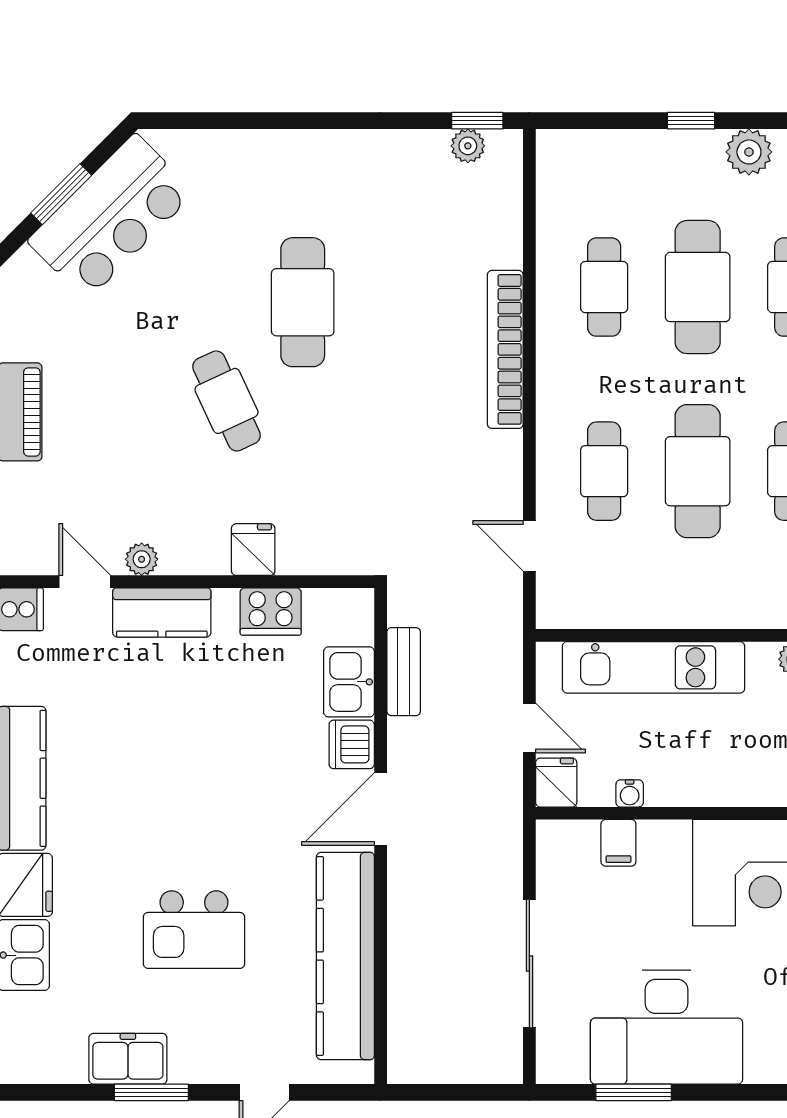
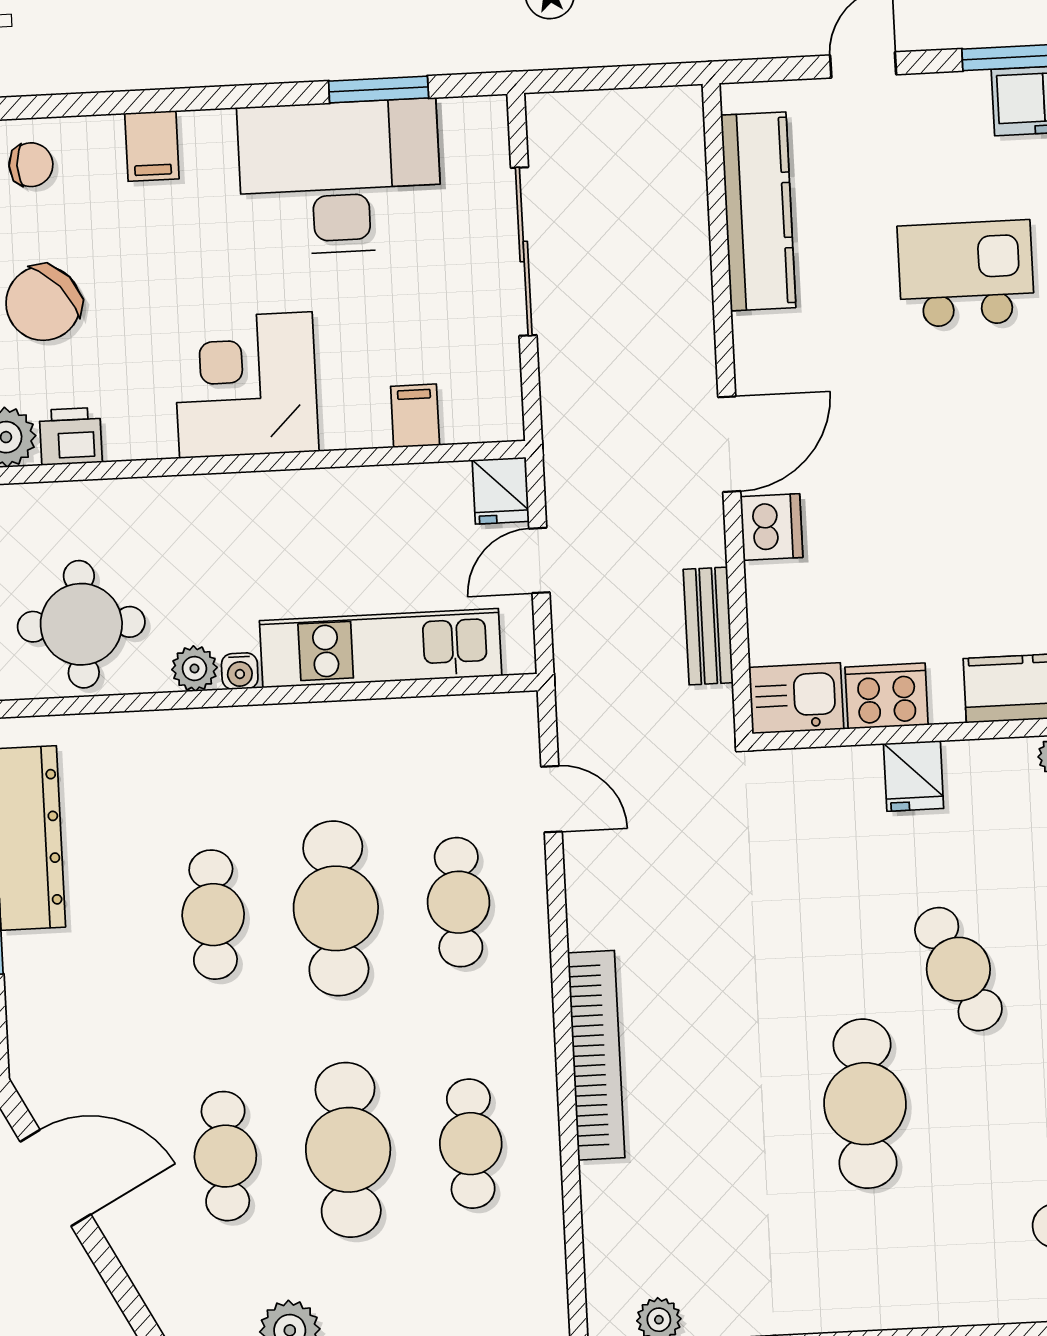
kitchen sink: (349, 682) -> (796, 698), moved, turned -90
door: (529, 728) -> (539, 560), hinge flipped
water cooler: (630, 793) -> (240, 671), moved, turned 180
kitchen counter: (345, 956) -> (758, 211), width x0.72, depth x0.86

